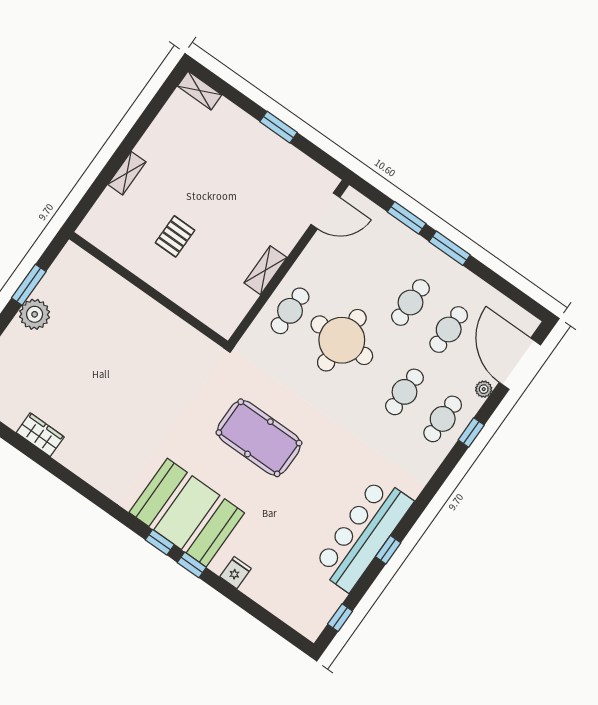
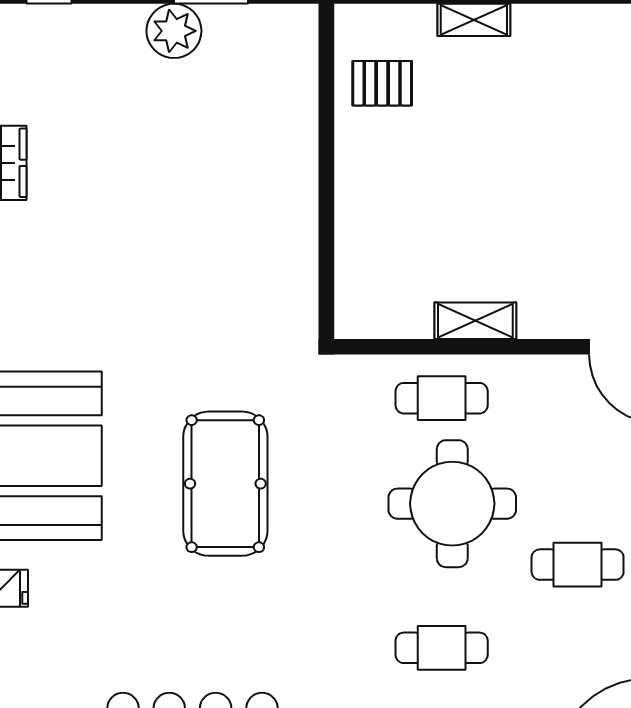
pallet: (175, 236) -> (382, 83), moved
cafe table: (449, 330) -> (578, 648), removed

